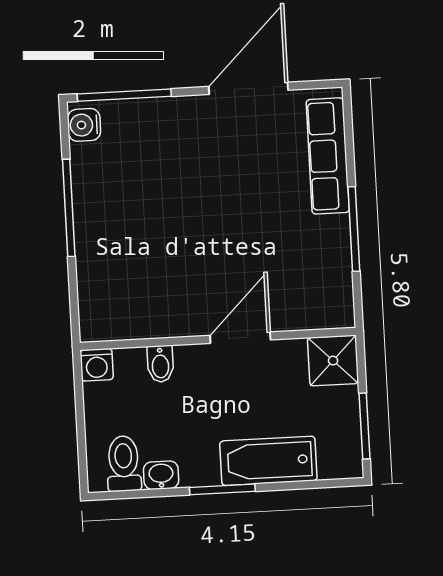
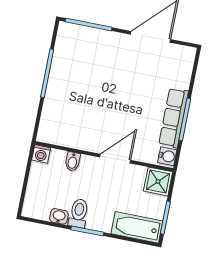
water cooler: (84, 125) -> (167, 156), moved, turned 180
row of seats: (328, 156) -> (174, 118), moved
bathtub: (268, 461) -> (137, 227), moved
toilet: (124, 464) -> (79, 213), moved

